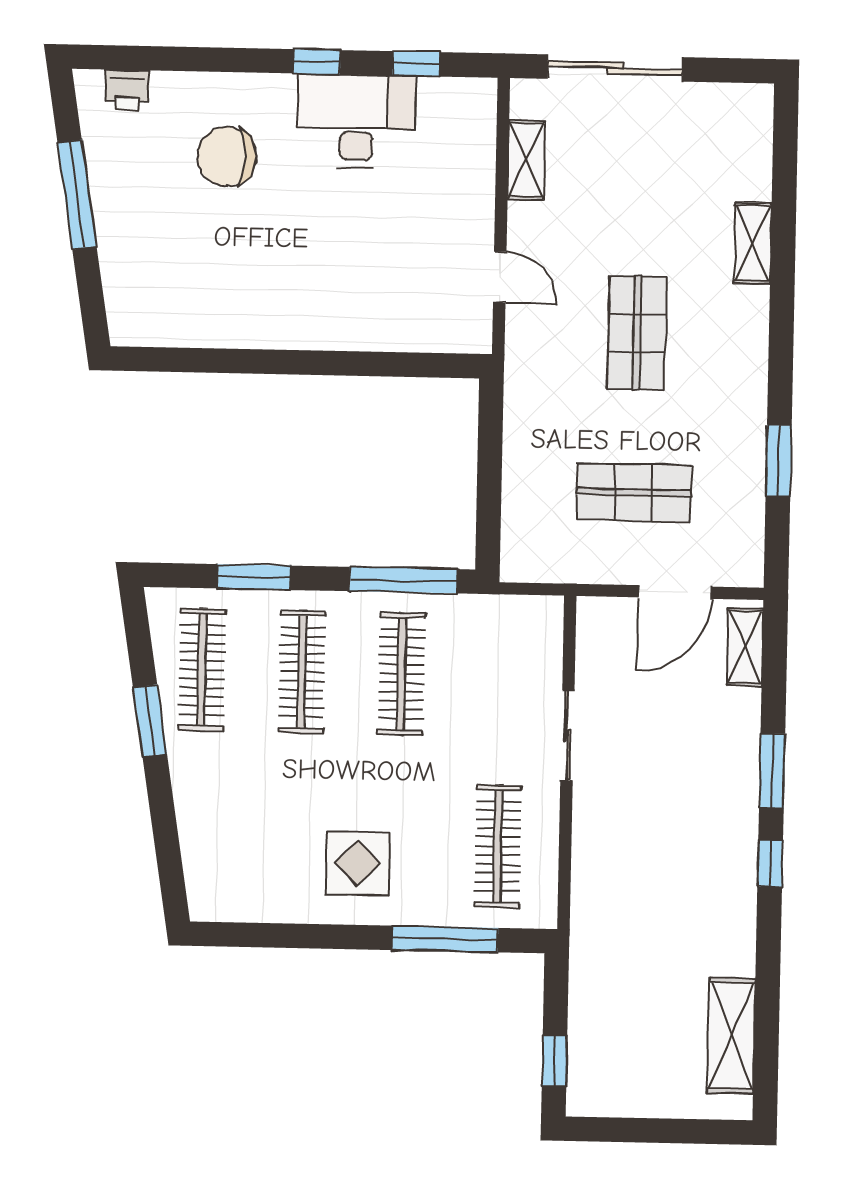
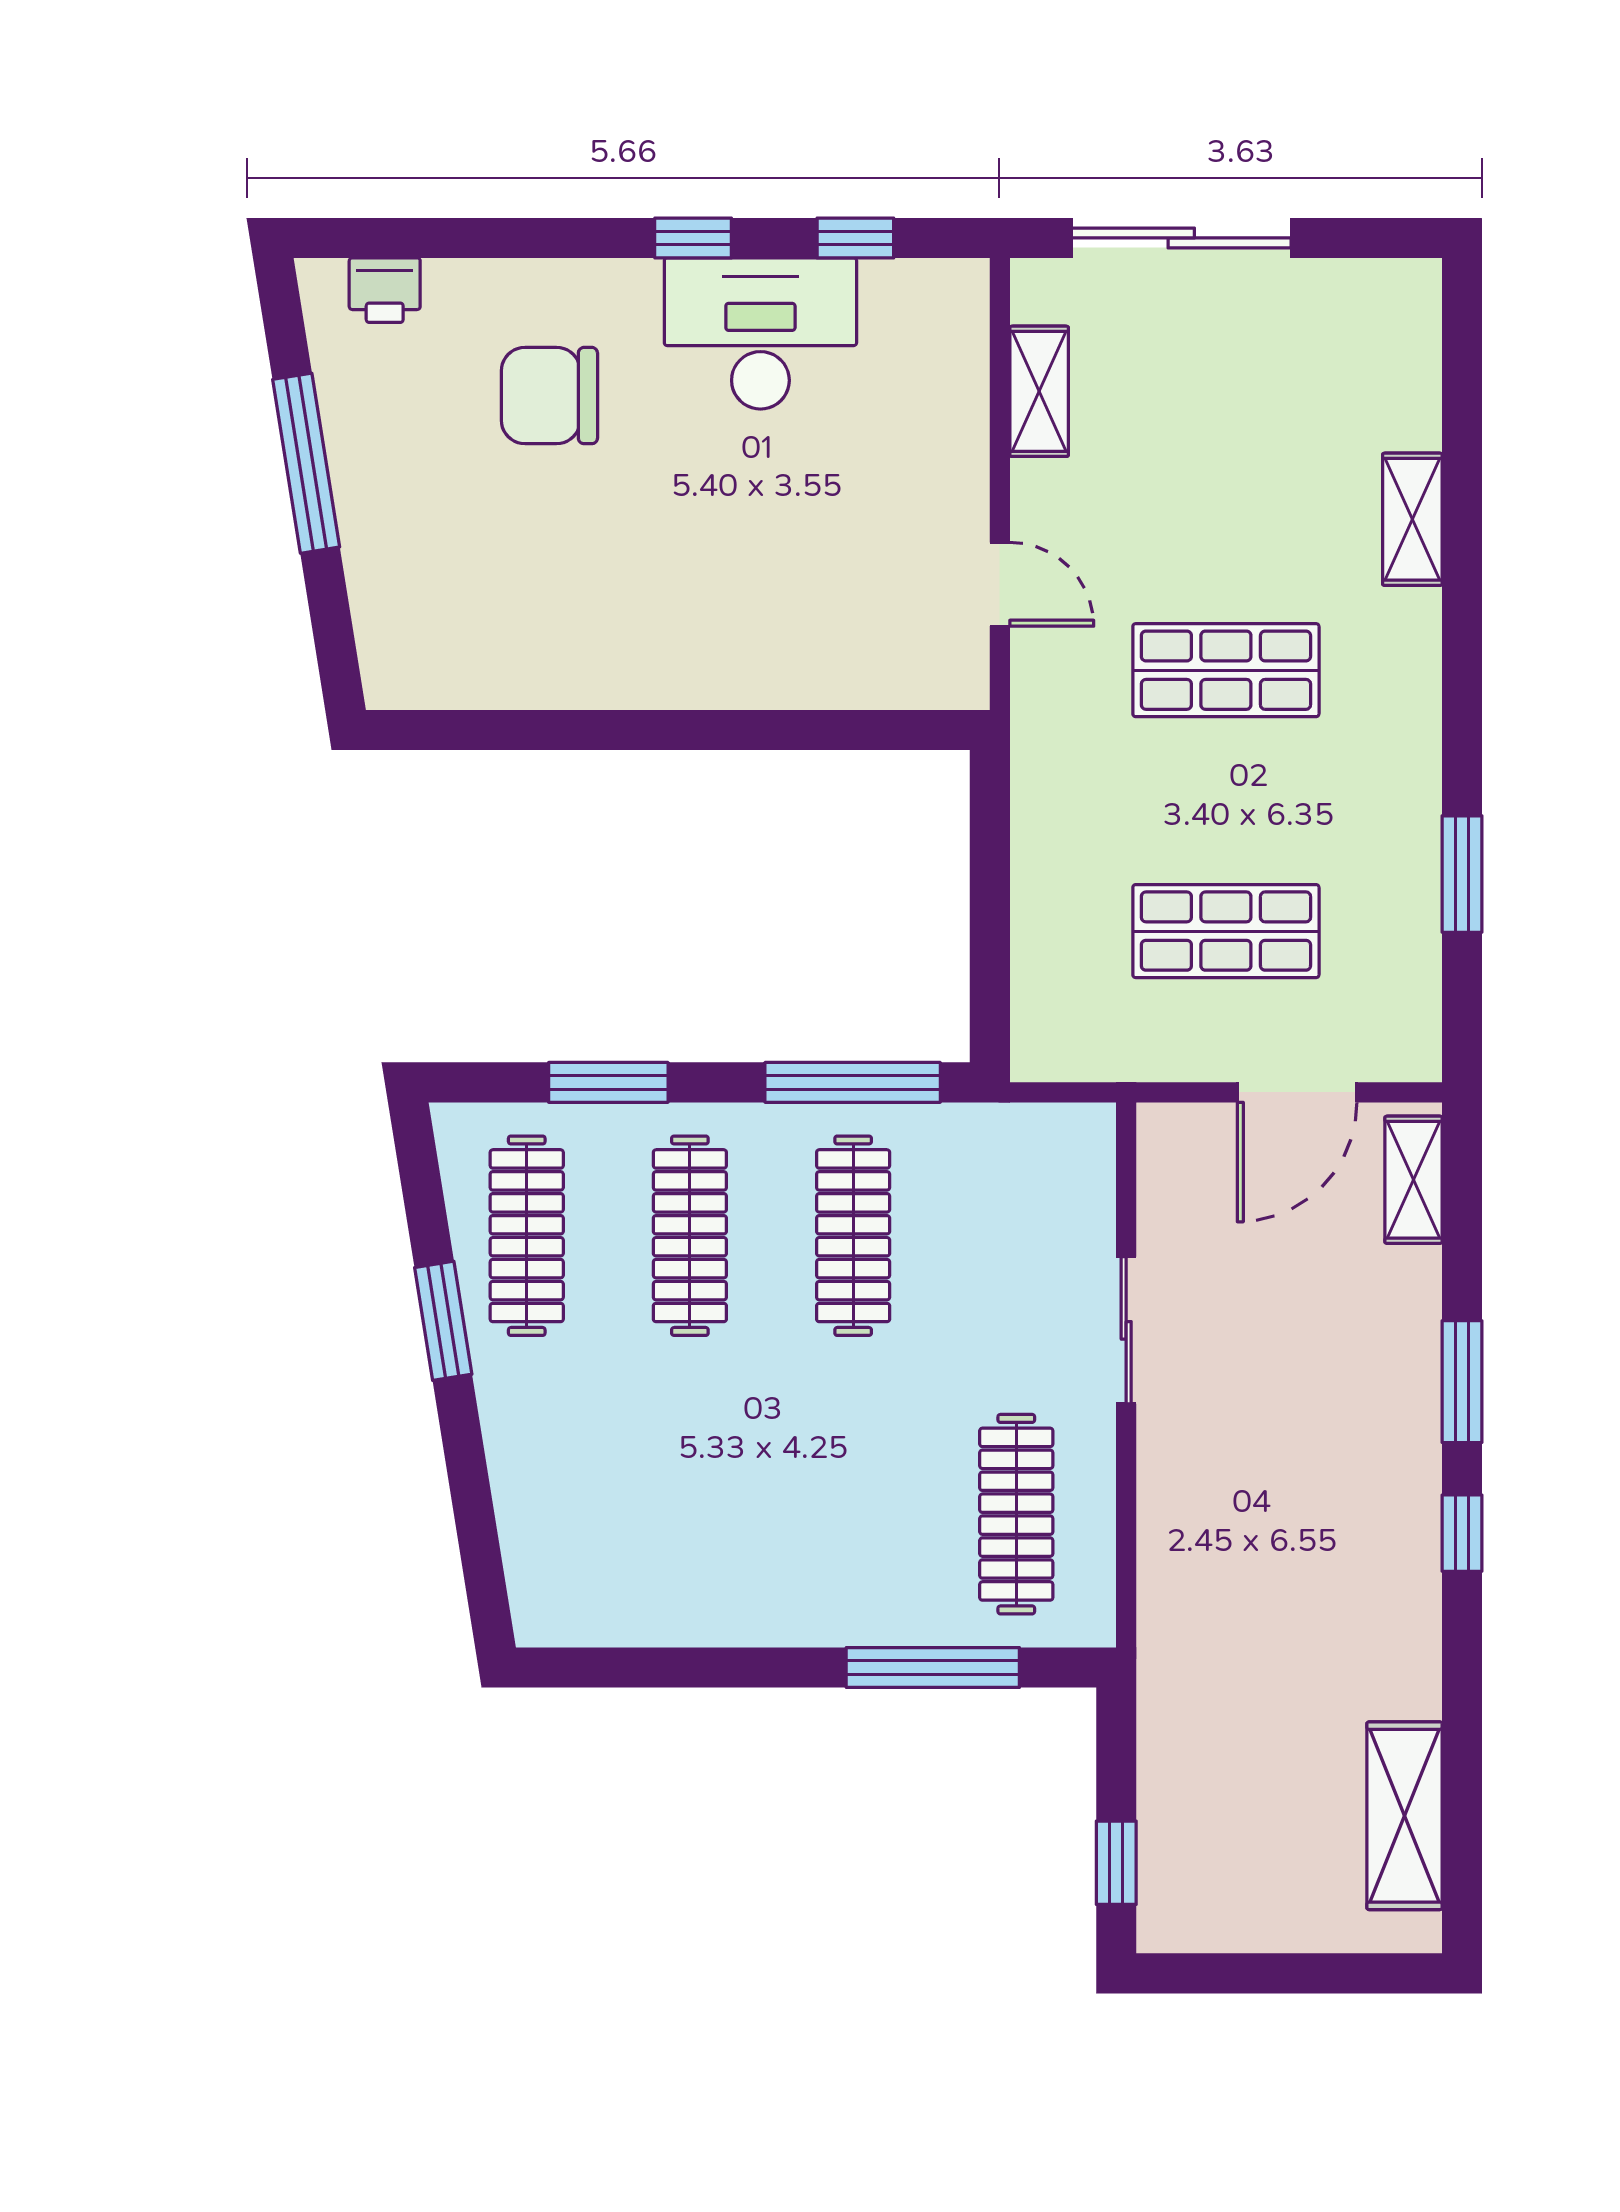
shop shelf: (637, 333) -> (1226, 670), turned 90
display table: (358, 863) -> (788, 1547), removed

